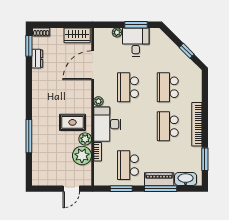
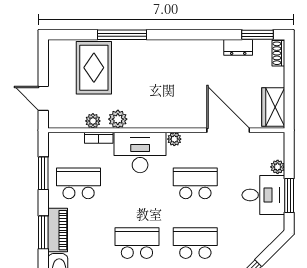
rug: (72, 122) -> (94, 68), moved, width x1.36, depth x1.43
plant: (82, 156) -> (93, 121), width x0.53, depth x0.53
window: (161, 189) -> (43, 232), width x0.69

